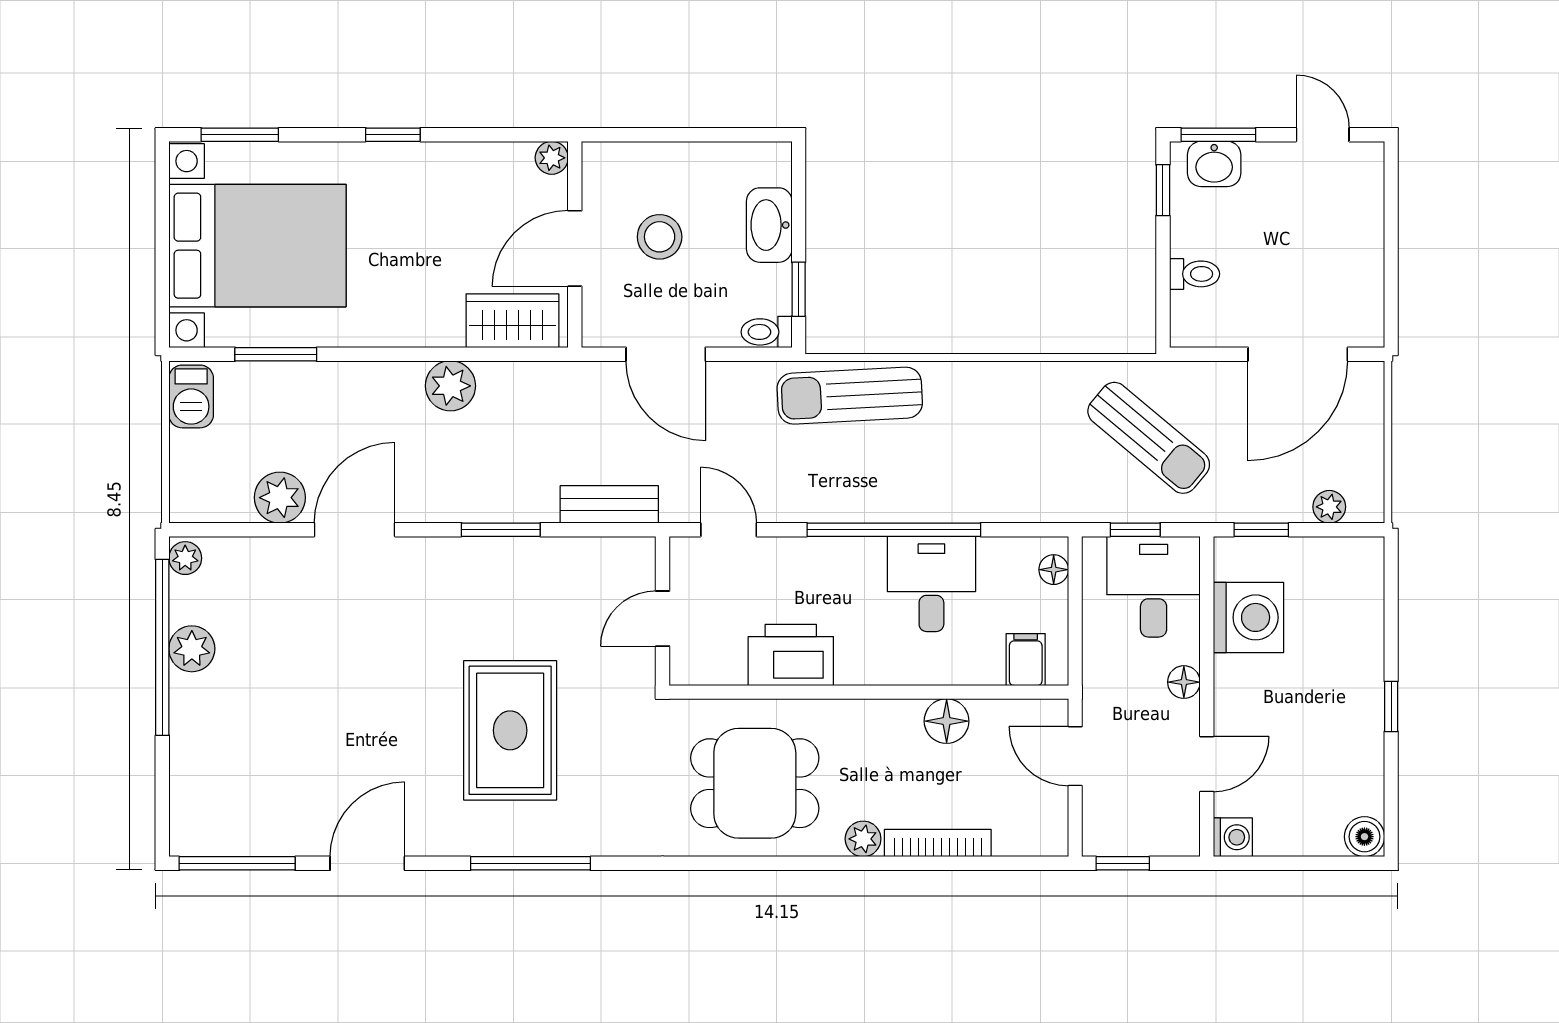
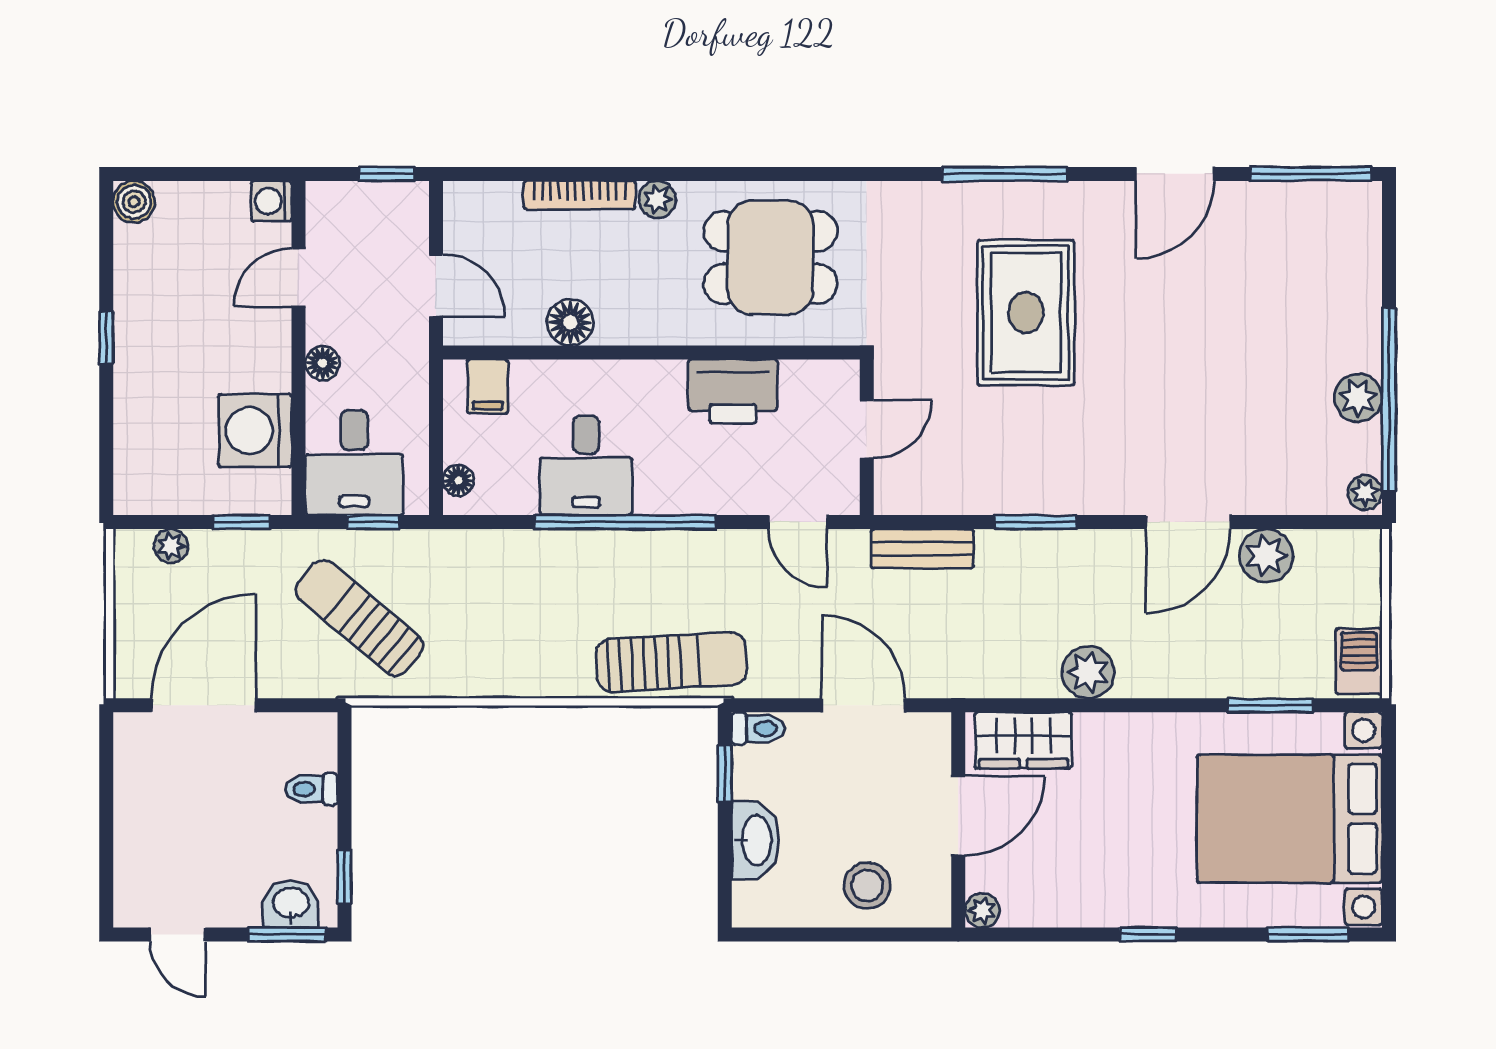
stool: (660, 237) -> (867, 886), moved

